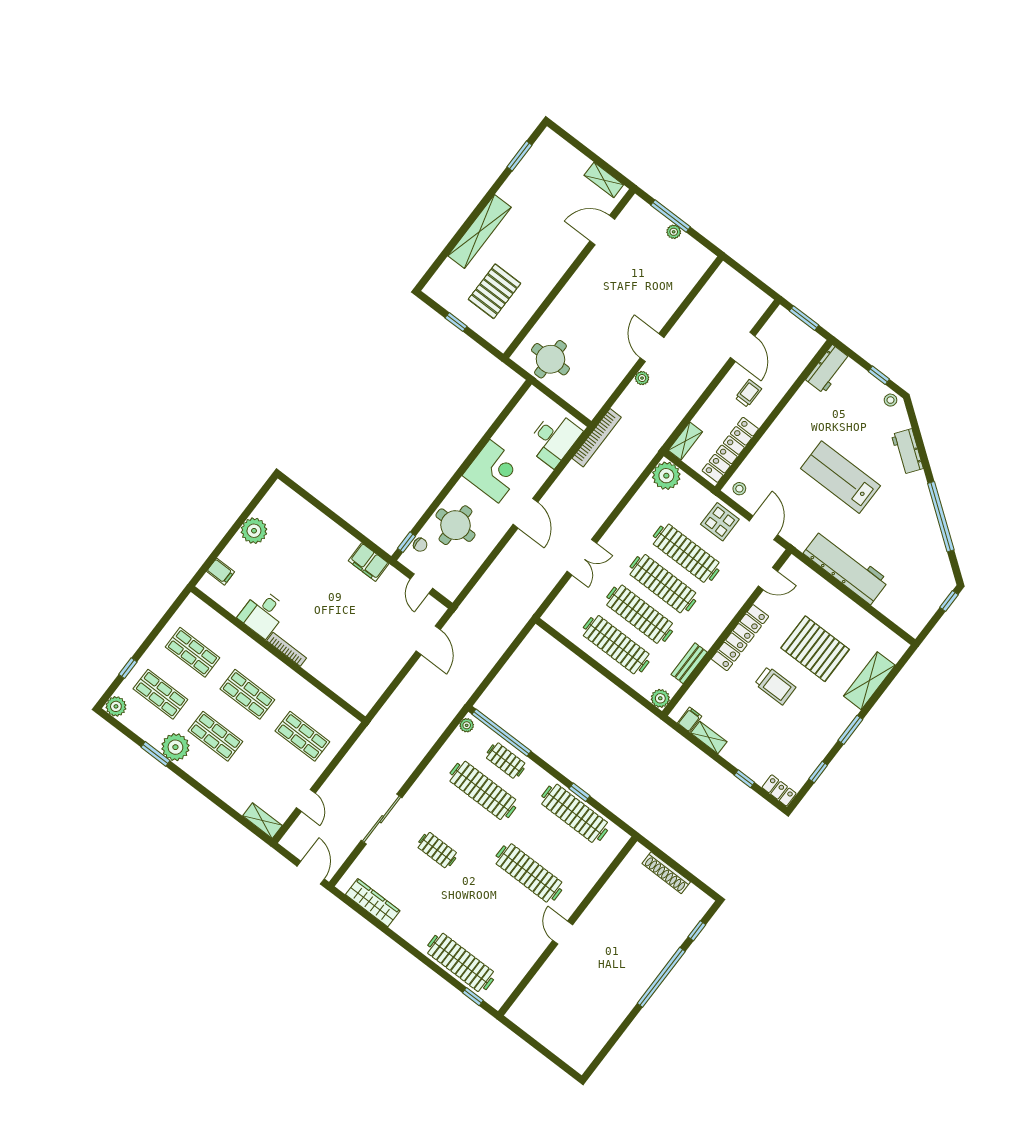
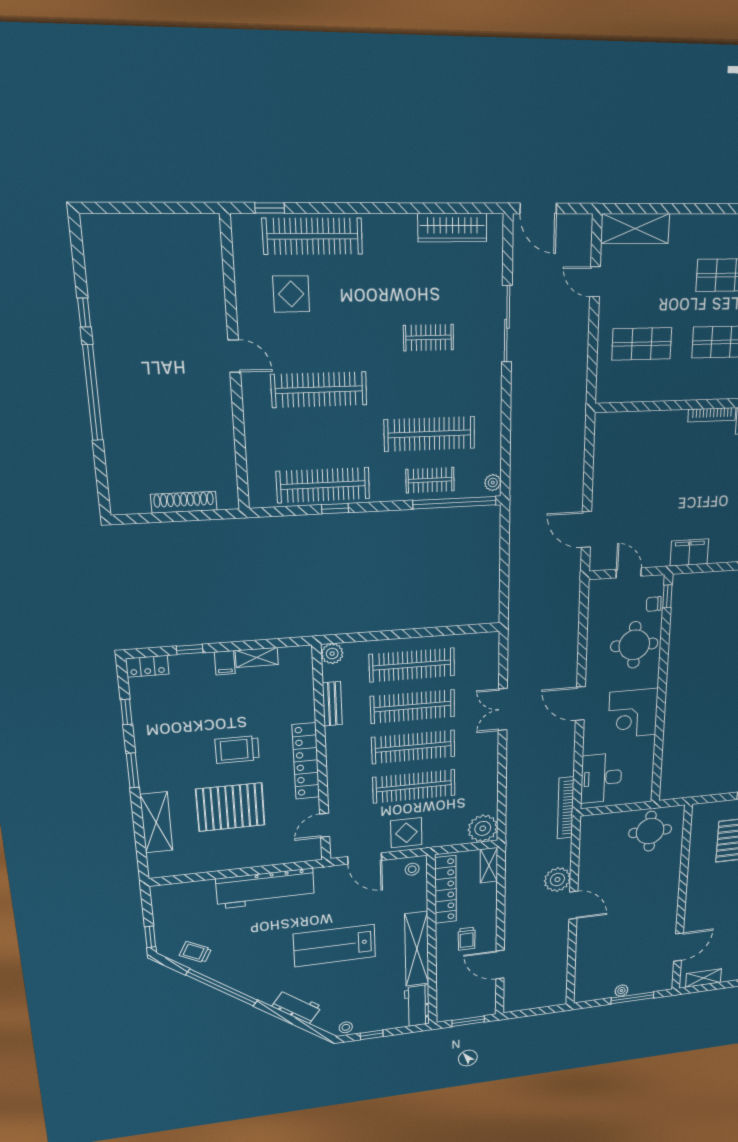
plant: (642, 378) -> (557, 880), width x1.87, depth x1.87
shelving: (789, 419) -> (417, 949), added
lab bench: (840, 477) -> (335, 946), turned 180
trolley: (932, 561) -> (195, 952), added
filing cabinet: (690, 720) -> (225, 663), moved
shelving: (262, 821) -> (635, 229), width x1.50, depth x1.33
window: (697, 931) -> (84, 312), moved
display table: (500, 941) -> (291, 294), added

